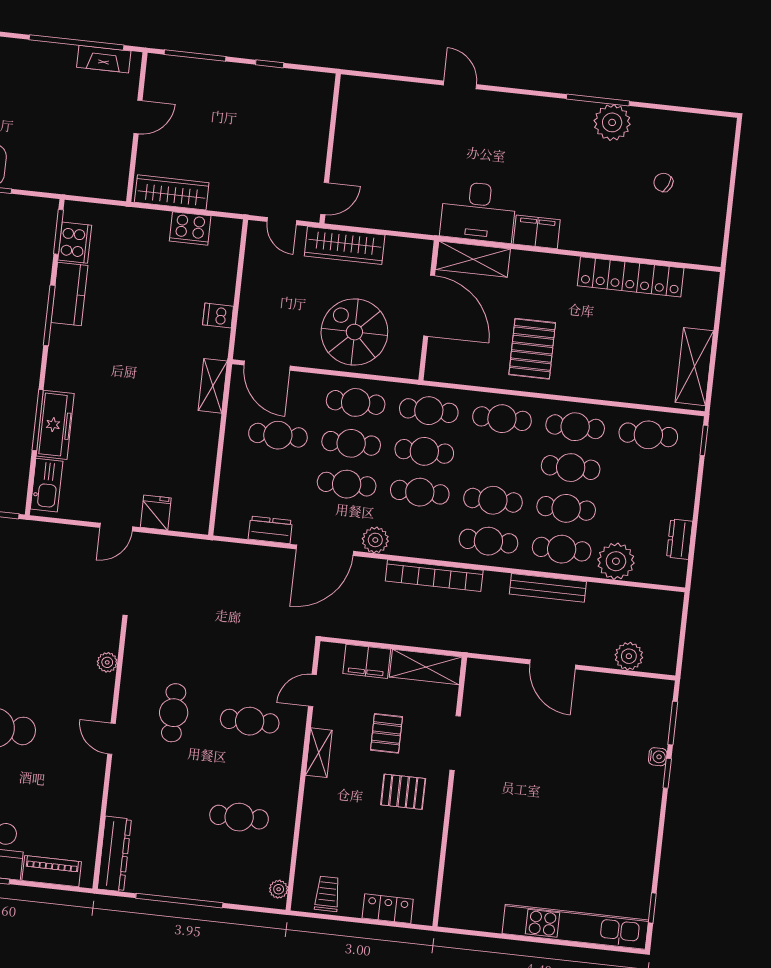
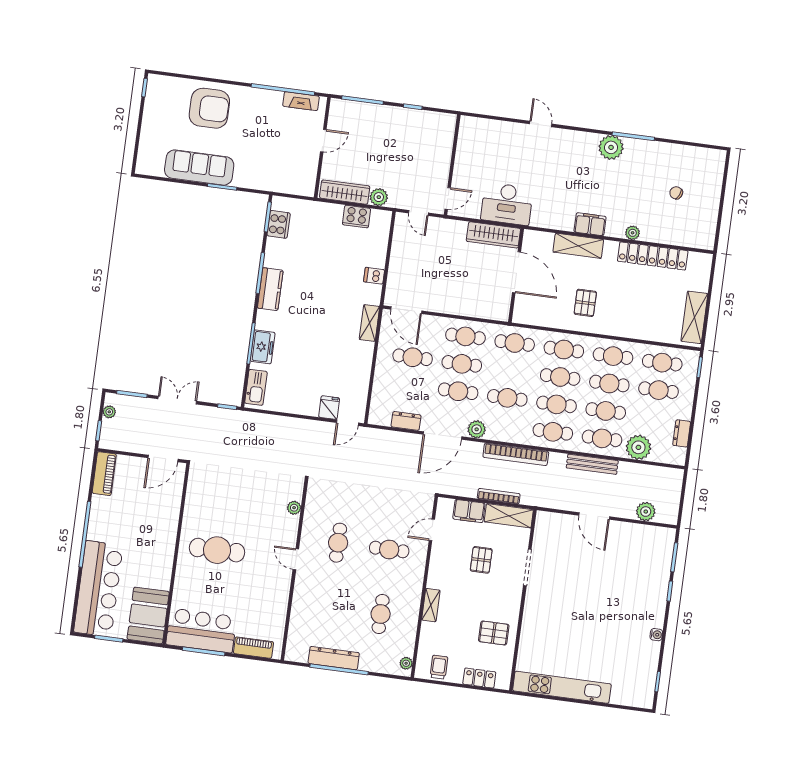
plant: (612, 122) -> (611, 147), moved
plant: (222, 199) -> (379, 197), added
desk: (478, 212) -> (507, 204), moved
plant: (600, 243) -> (633, 233), added
wardrobe: (345, 246) -> (493, 235), moved
shelving: (473, 259) -> (578, 246), moved
kitchen counter: (69, 294) -> (270, 289), moved
spiral stairs: (354, 332) -> (466, 289), removed
pallet: (532, 349) -> (585, 303), width x0.67, depth x0.71
freezer: (55, 425) -> (263, 347), width x0.71
cafe table: (424, 451) -> (560, 377), moved
cafe table: (644, 476) -> (659, 390), added
door: (116, 527) -> (347, 423), moved
bookcase: (410, 638) -> (499, 496), added
shelving: (319, 753) -> (431, 605), moved
water cooler: (658, 757) -> (656, 635), moved
pallet: (403, 792) -> (494, 633), moved
cafe table: (239, 817) -> (381, 614), turned 90
dresser: (114, 854) -> (334, 658), moved, turned -90
kitchen unit: (575, 927) -> (562, 687), moved

